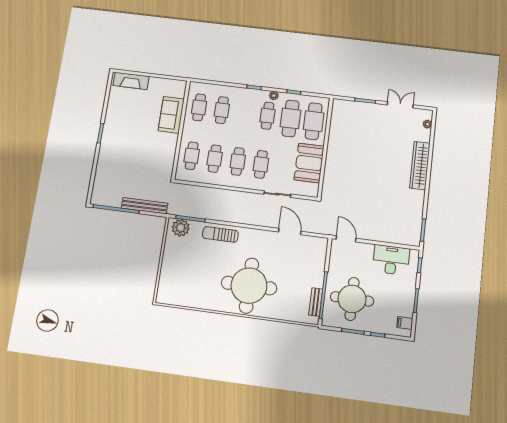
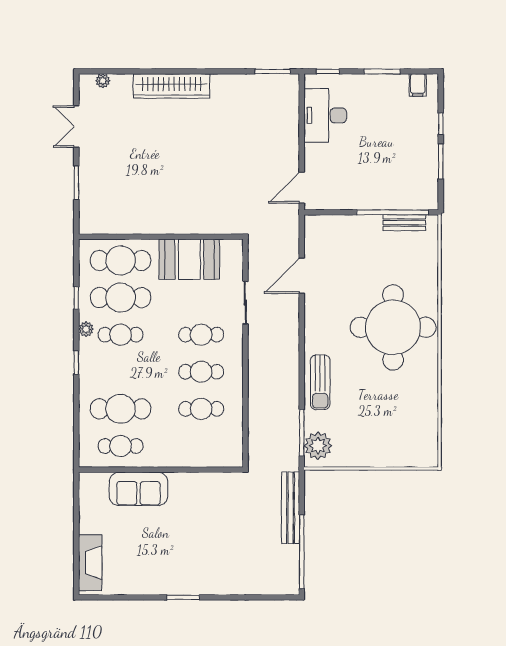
cafe table: (222, 110) -> (121, 409), width x1.37, depth x1.35
cafe table: (192, 156) -> (201, 446), removed
round table: (352, 299) -> (392, 168), removed

